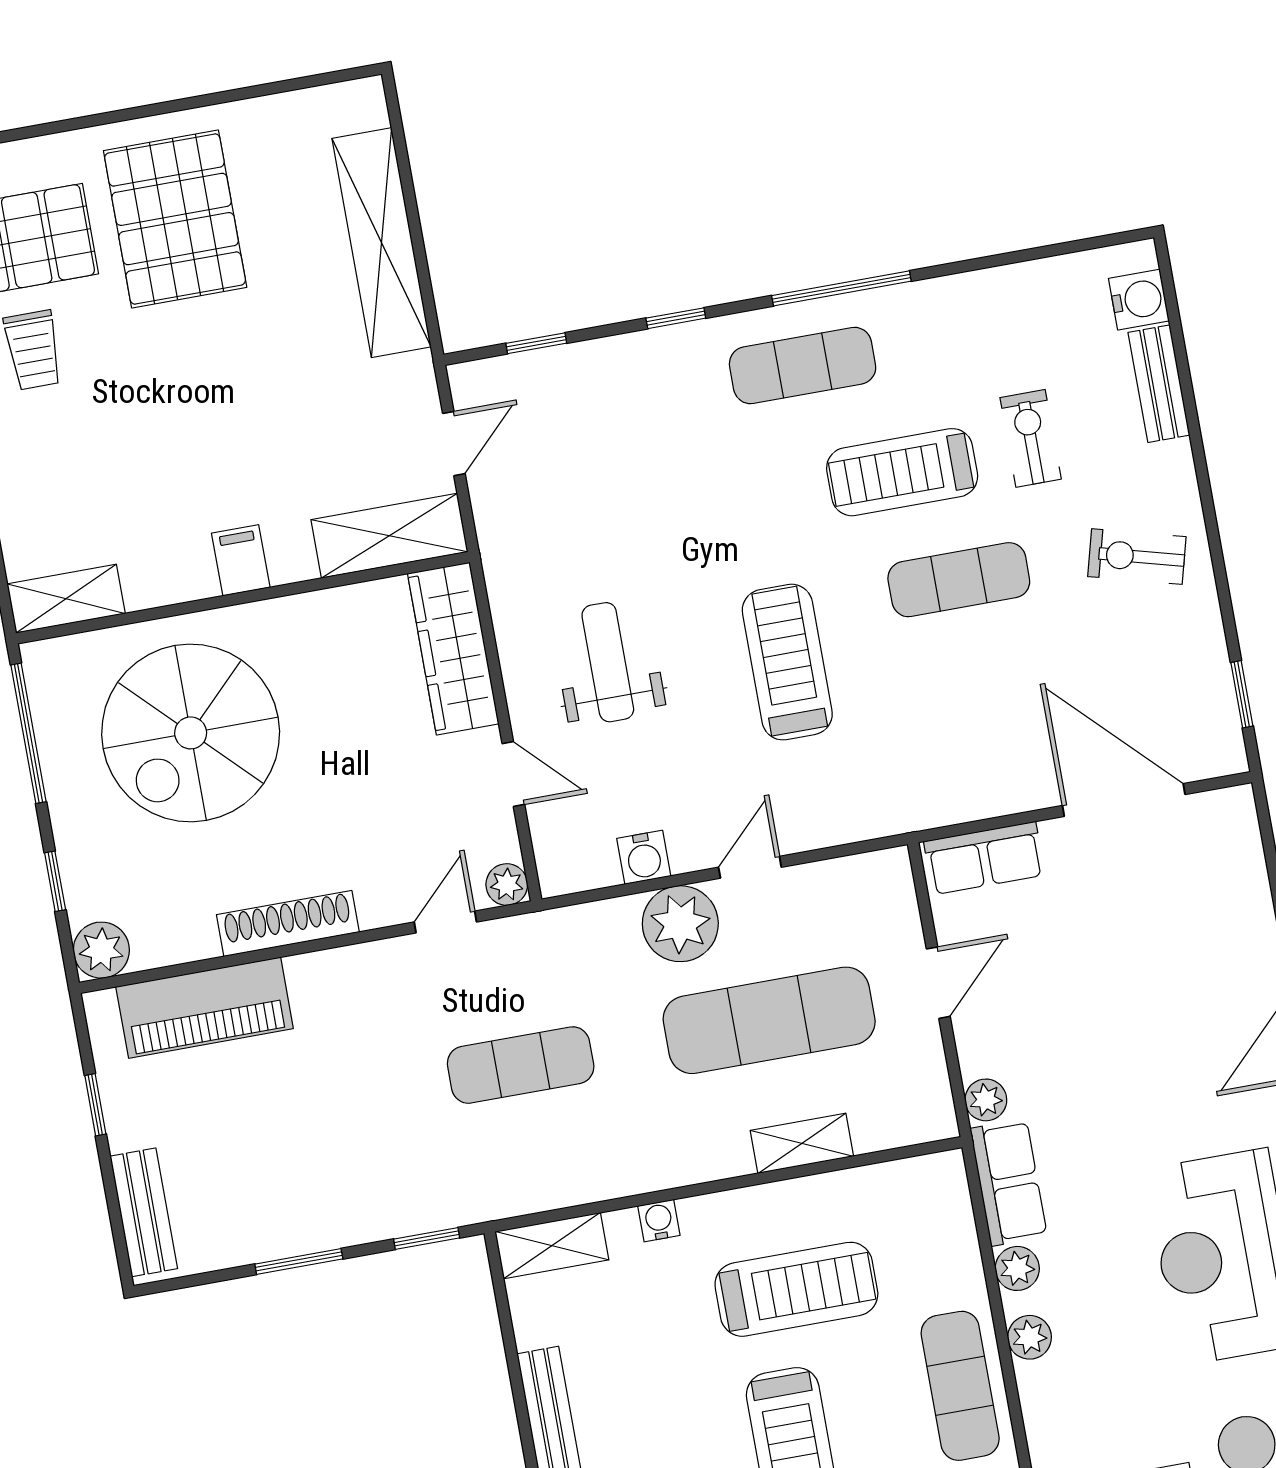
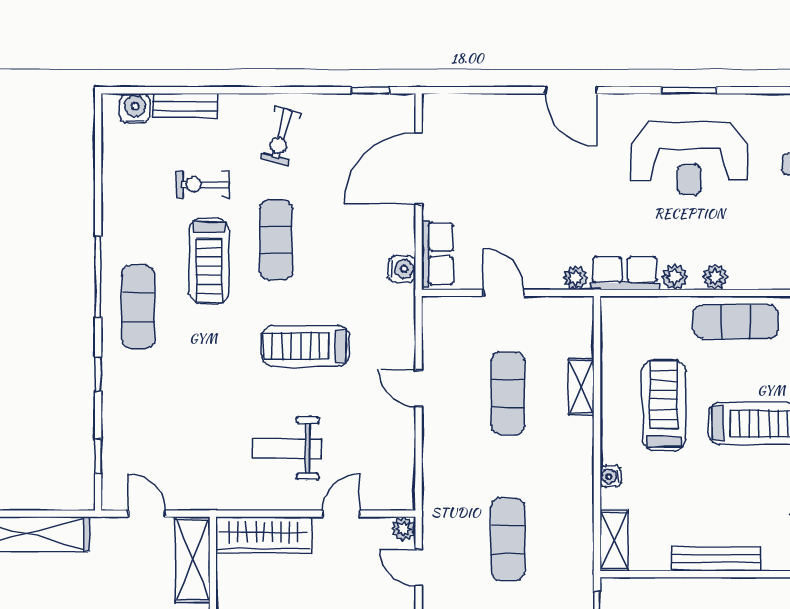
water cooler: (644, 857) -> (402, 269), moved
plant: (680, 924) -> (444, 434), removed
exercise mat: (769, 1020) -> (508, 393), width x0.73, depth x0.69

